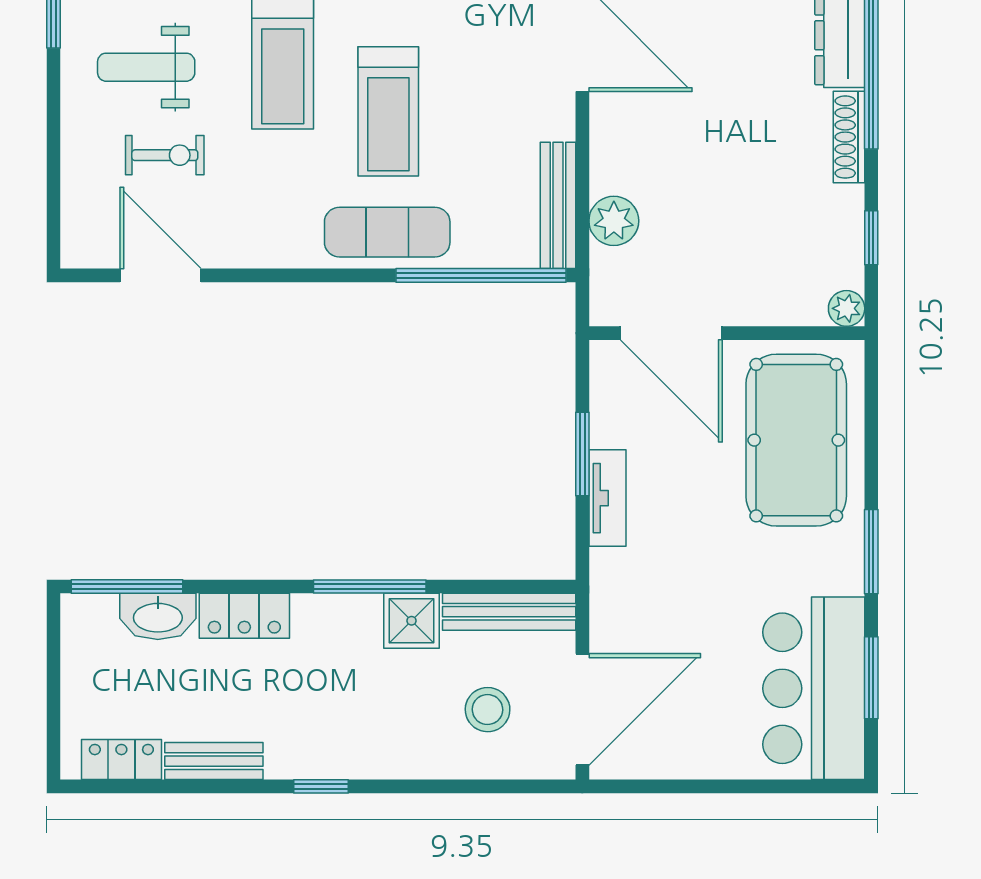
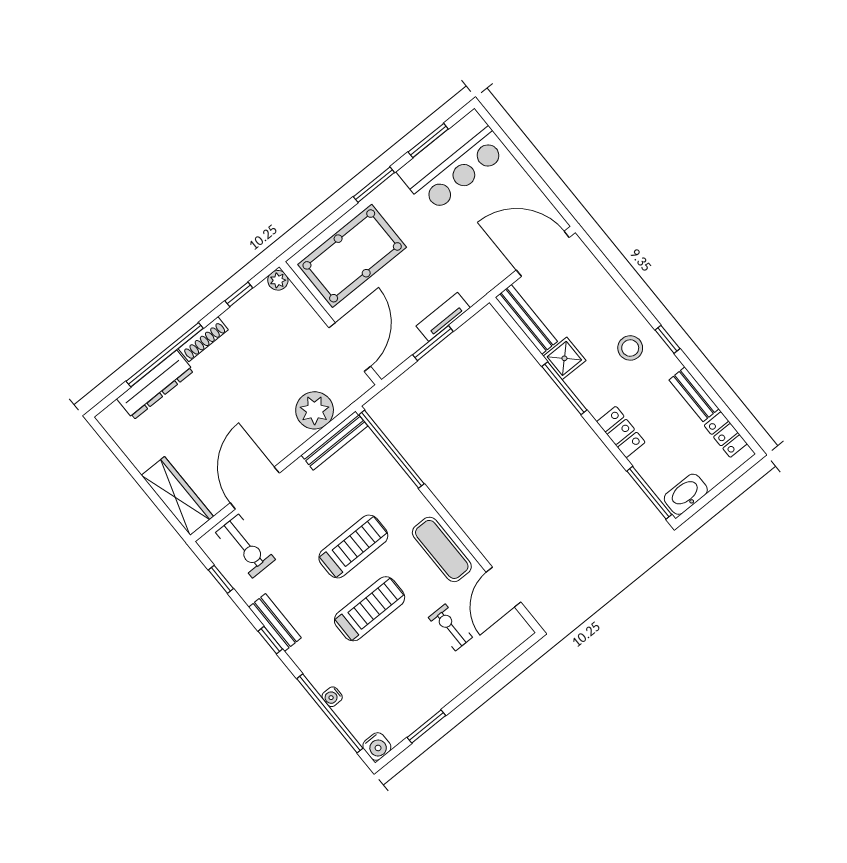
weight bench: (146, 67) -> (419, 666), removed
plant: (614, 221) -> (315, 410), width x1.36, depth x1.36
exercise mat: (387, 232) -> (442, 549), moved
washbasin: (158, 616) -> (686, 494), moved, turned -90
stool: (488, 710) -> (630, 348), moved

